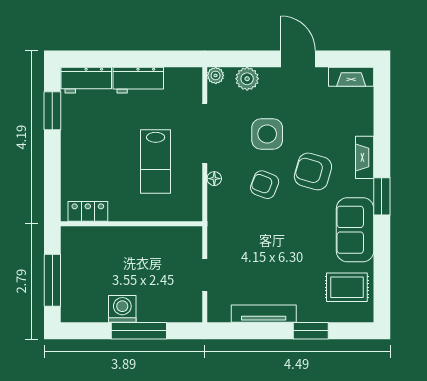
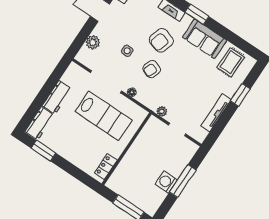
plant: (216, 75) -> (162, 111), moved
side table: (267, 134) -> (127, 51), width x0.54, depth x0.54
lab bench: (156, 162) -> (104, 116), width x1.36, depth x1.39

